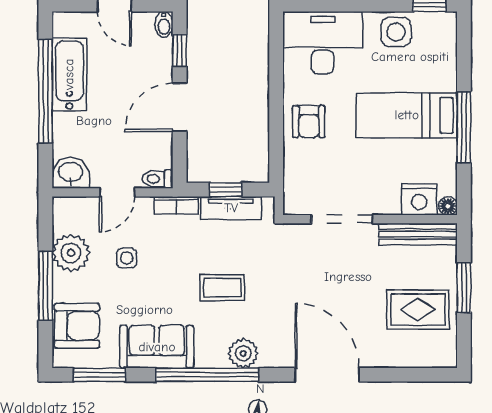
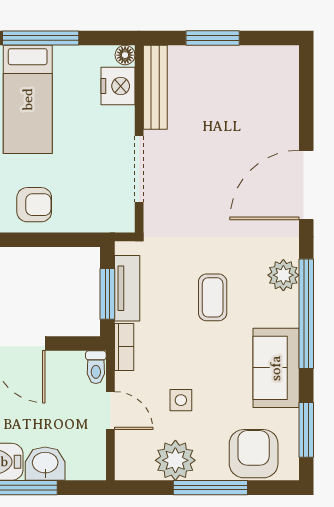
washbasin: (71, 173) -> (45, 464), moved, turned 90
window: (226, 190) -> (107, 294), width x1.50
rug: (418, 310) -> (236, 87), removed

